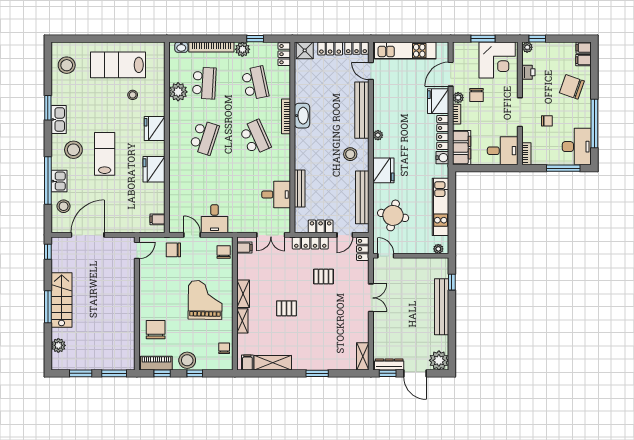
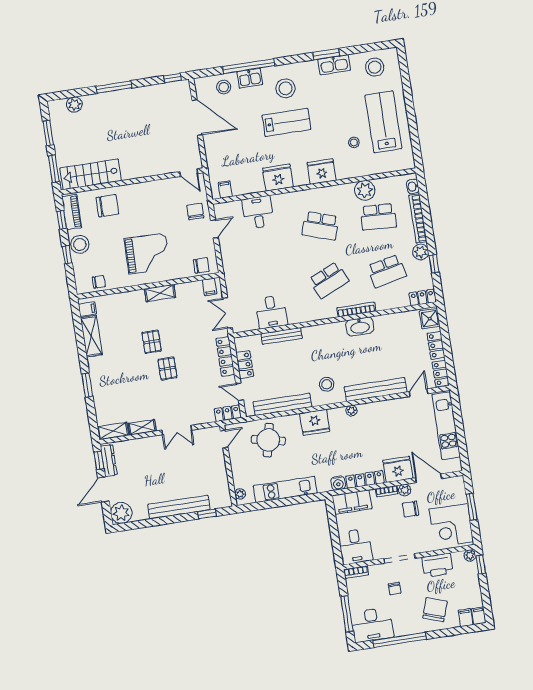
printer: (528, 72) -> (437, 565), width x1.87, depth x1.48
kitchen sink: (59, 119) -> (334, 65), moved
desk: (215, 219) -> (258, 212), moved, turned 90
pallet: (324, 277) -> (167, 368), moved
stairs: (62, 300) -> (91, 174), moved, turned 180
shelving: (242, 321) -> (142, 427), moved

